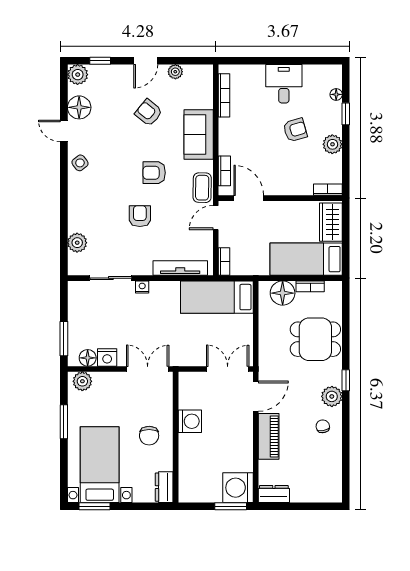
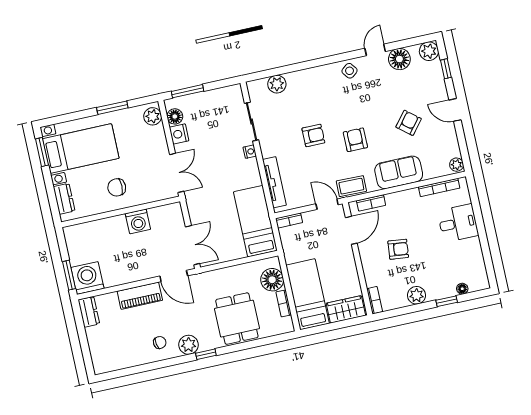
plant: (175, 72) -> (457, 165), moved
desk: (284, 84) -> (458, 223), moved
armchair: (295, 130) -> (398, 249), moved, turned -68
dresser: (164, 487) -> (64, 199), moved, turned 90

